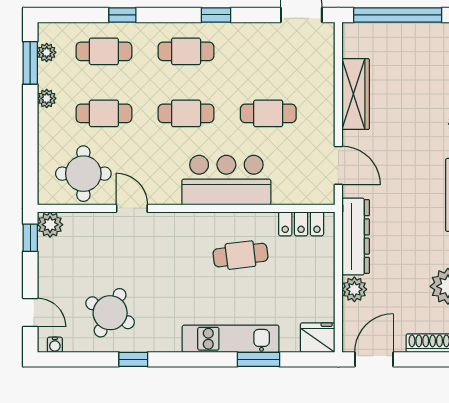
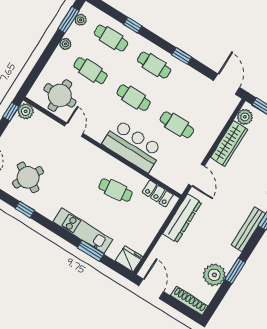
plant: (354, 289) -> (245, 117), moved
door: (374, 359) -> (151, 289), hinge flipped

